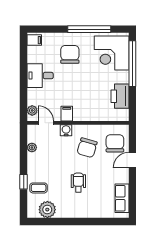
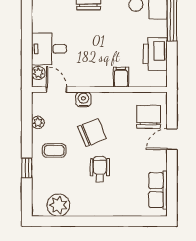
desk: (40, 76) -> (49, 49), moved
filing cabinet: (67, 114) -> (121, 77), moved
chair: (87, 148) -> (92, 133), moved, turned -128
coffee table: (39, 188) -> (54, 150), moved

